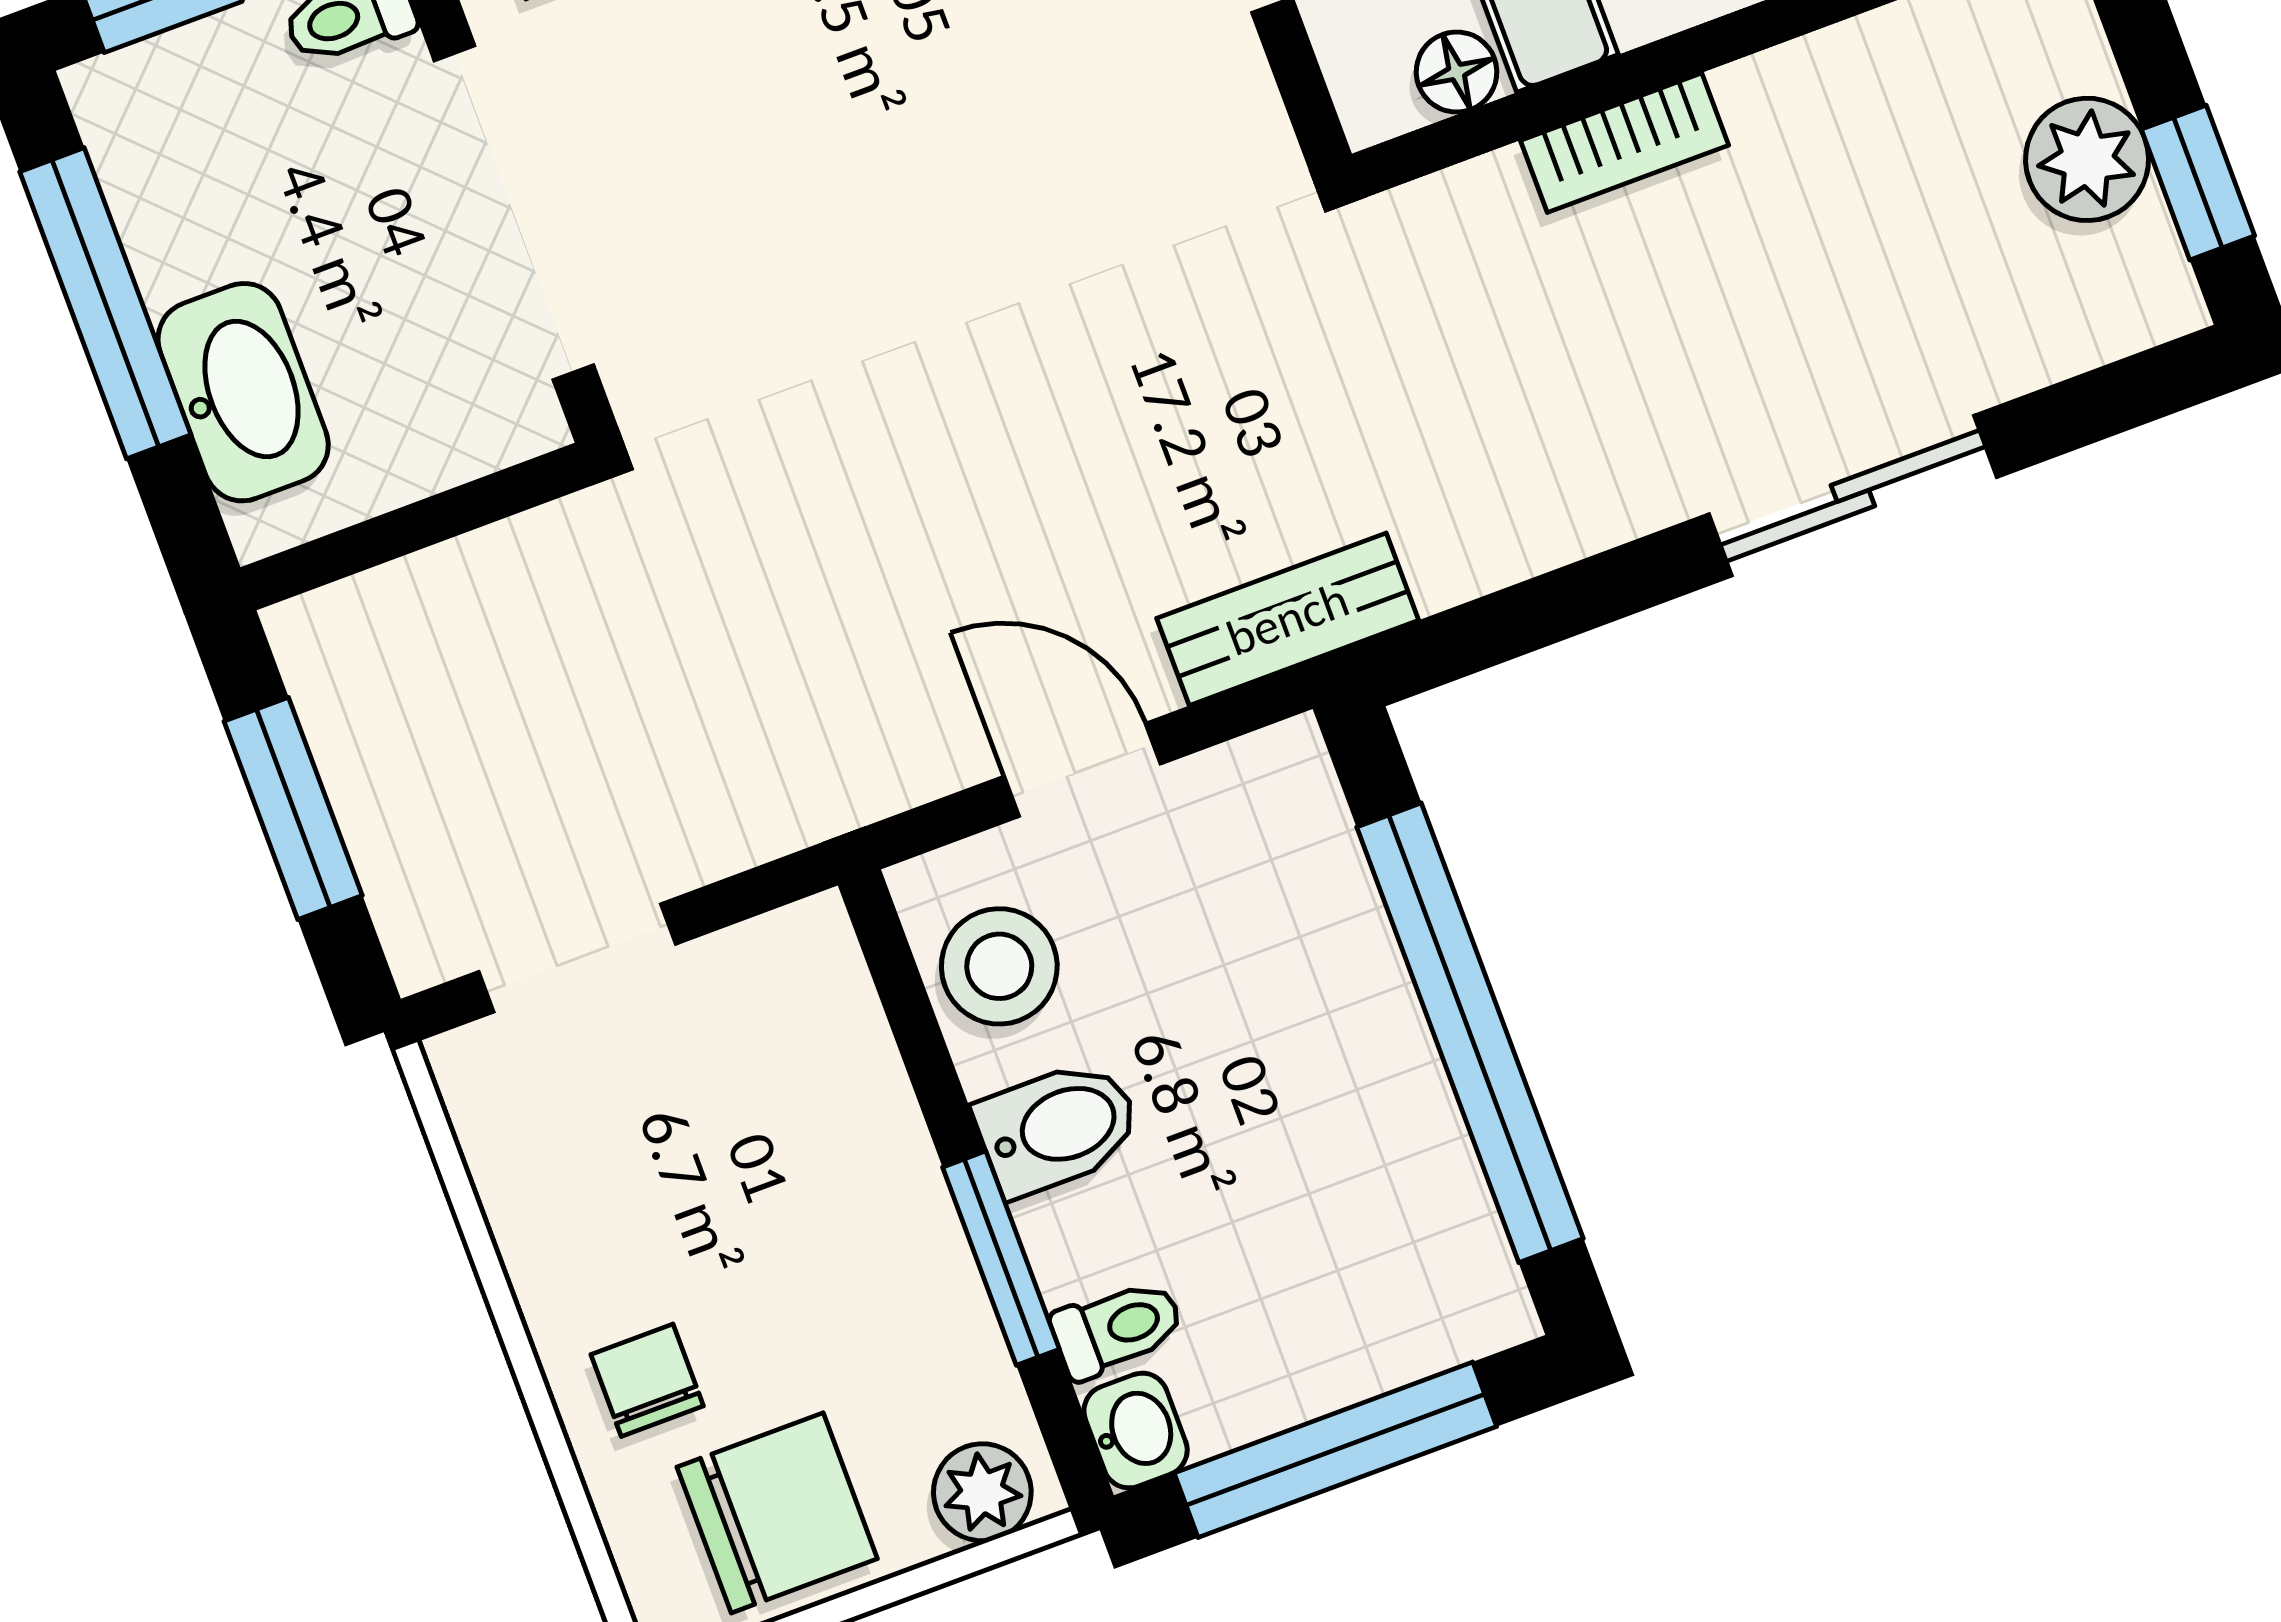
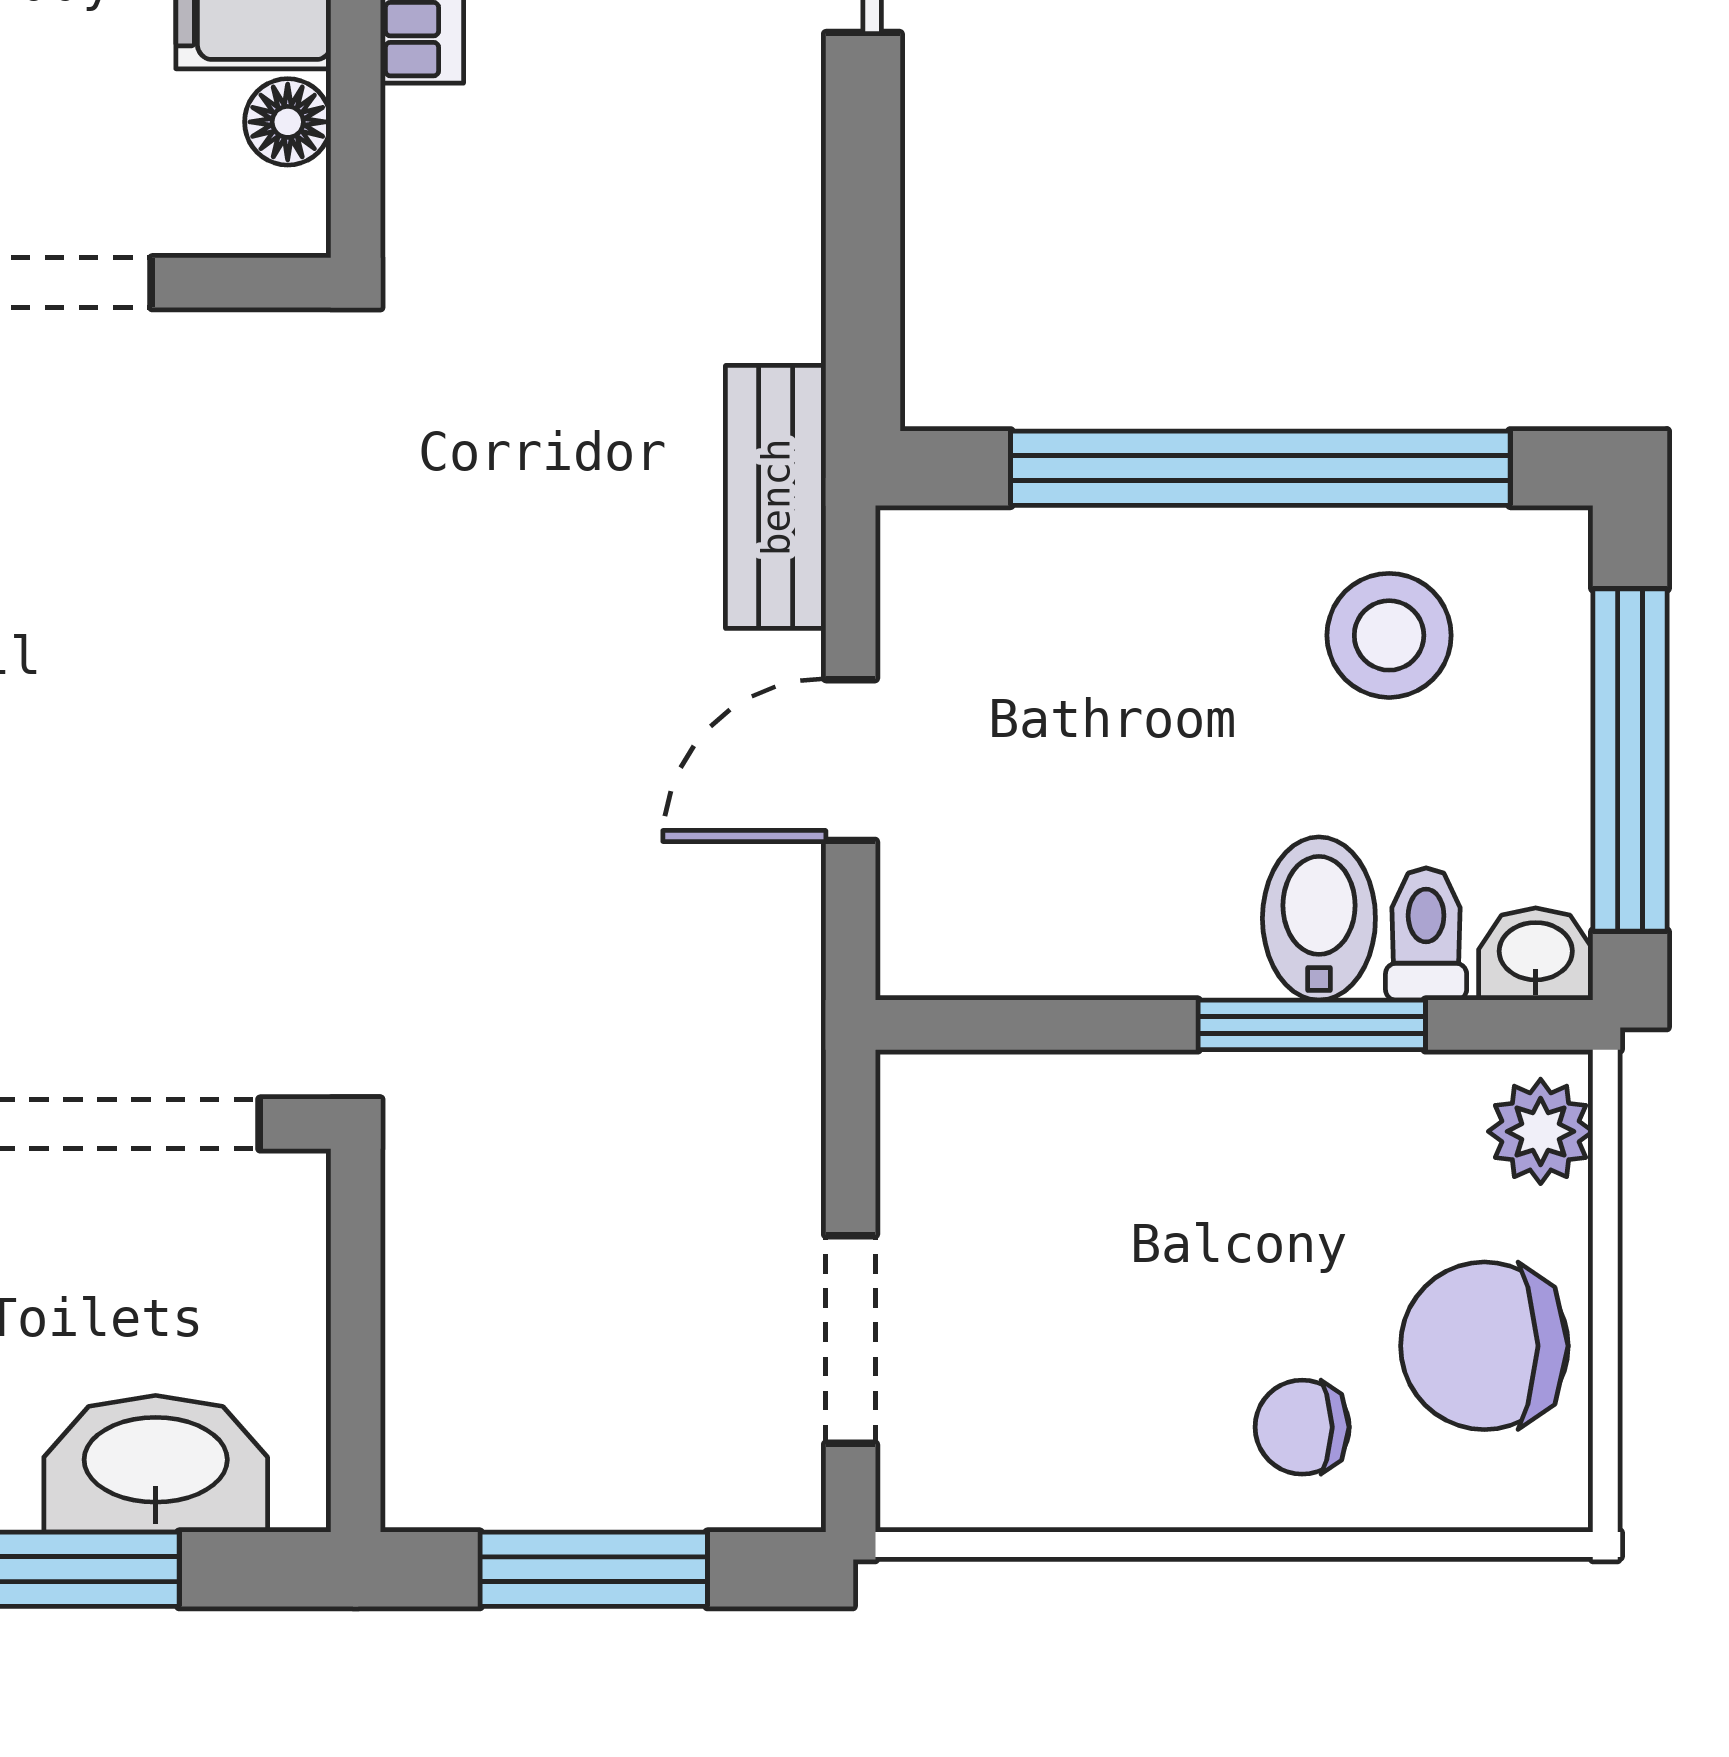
stool: (999, 966) -> (1389, 635), moved
bidet: (1058, 1128) -> (1319, 918), moved
chair: (777, 1513) -> (1484, 1346), turned -90

